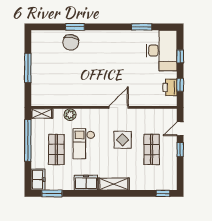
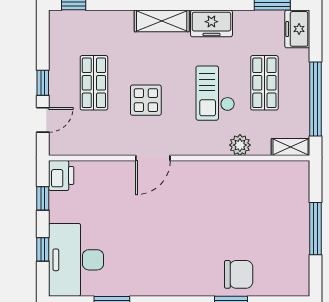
chair: (71, 42) -> (239, 274), turned 80
printer: (170, 87) -> (61, 175), moved
checkout: (84, 144) -> (215, 93), turned 180

